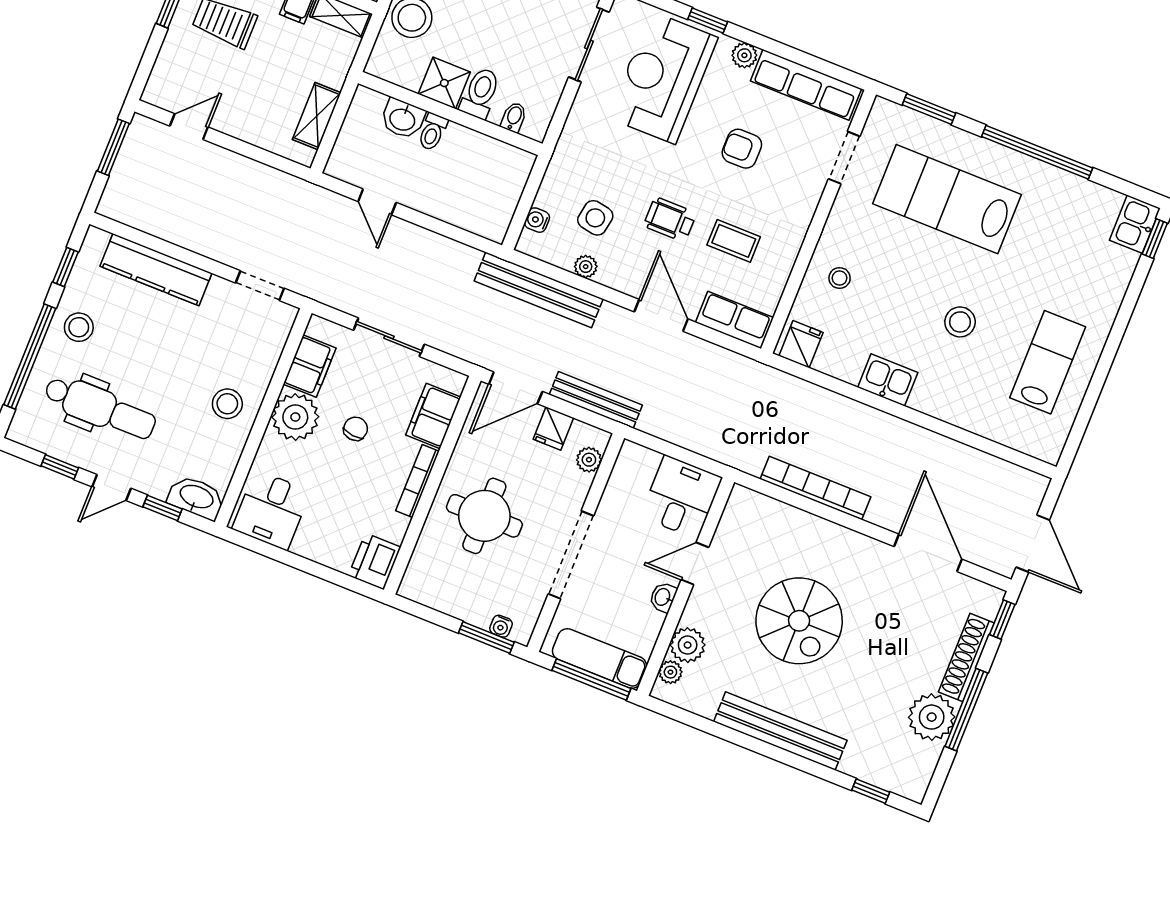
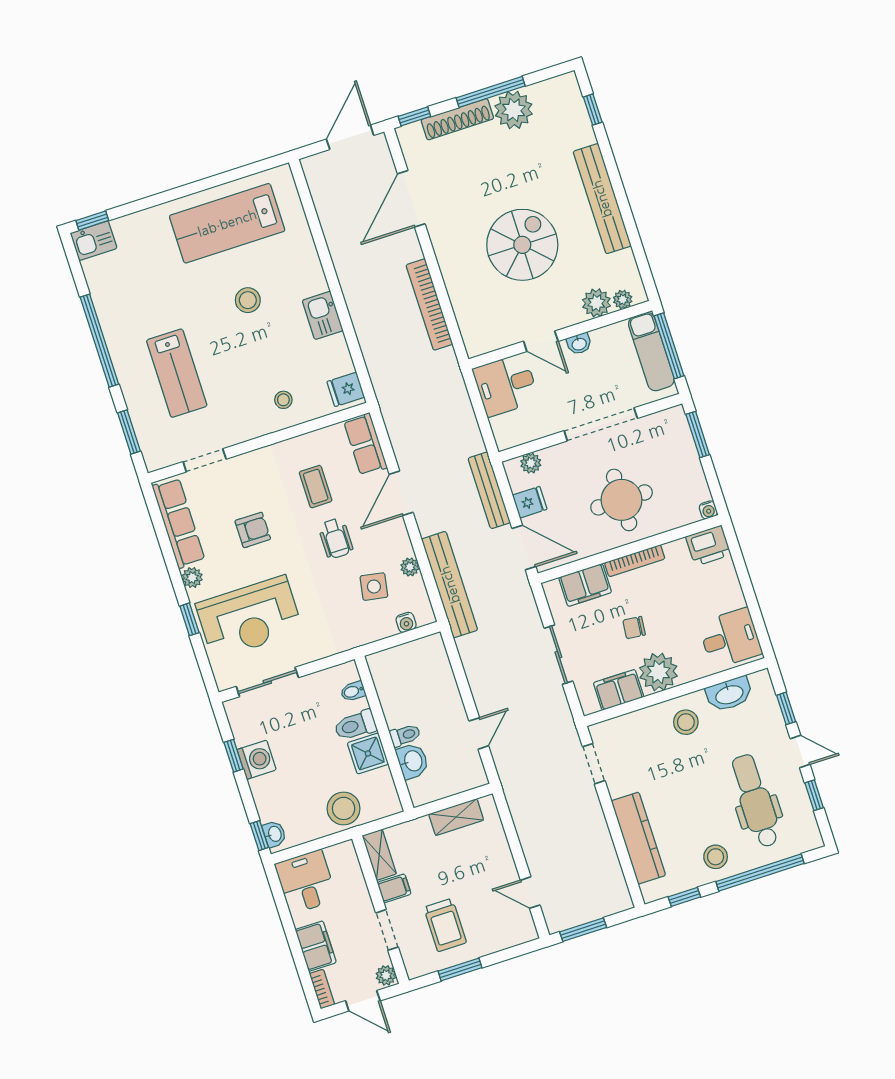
armchair: (742, 149) -> (253, 530), turned -90
lab bench: (947, 199) -> (177, 373), width x0.73, depth x0.72
lab bench: (1048, 362) -> (227, 223), width x1.36, depth x1.39
washbasin: (196, 497) -> (729, 694), moved, turned -90
water cooler: (501, 626) -> (708, 510), moved, turned 90

